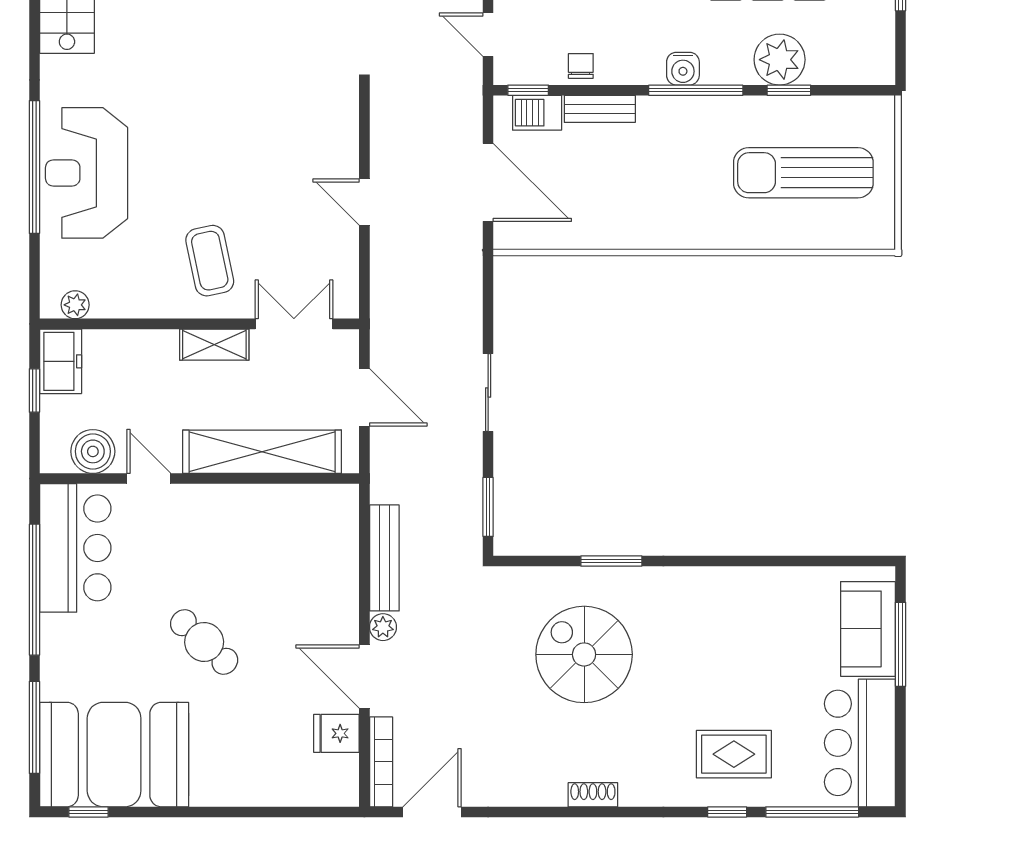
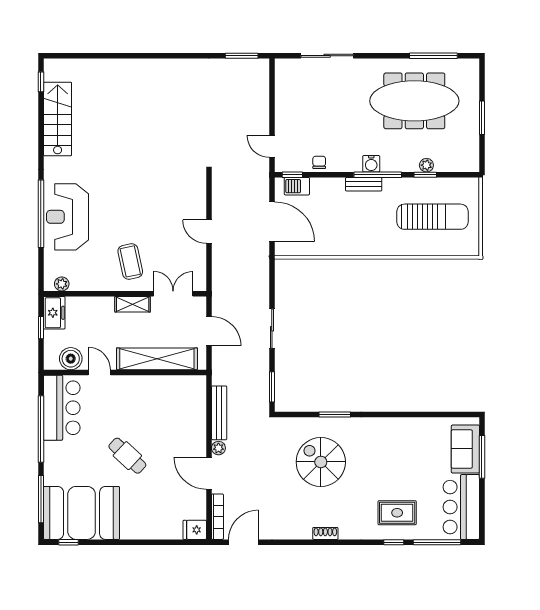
plant: (780, 60) -> (426, 165), width x0.53, depth x0.53
bench: (600, 109) -> (364, 184), moved
sun lounger: (803, 173) -> (432, 217), turned 180
fridge: (336, 733) -> (195, 530), moved

